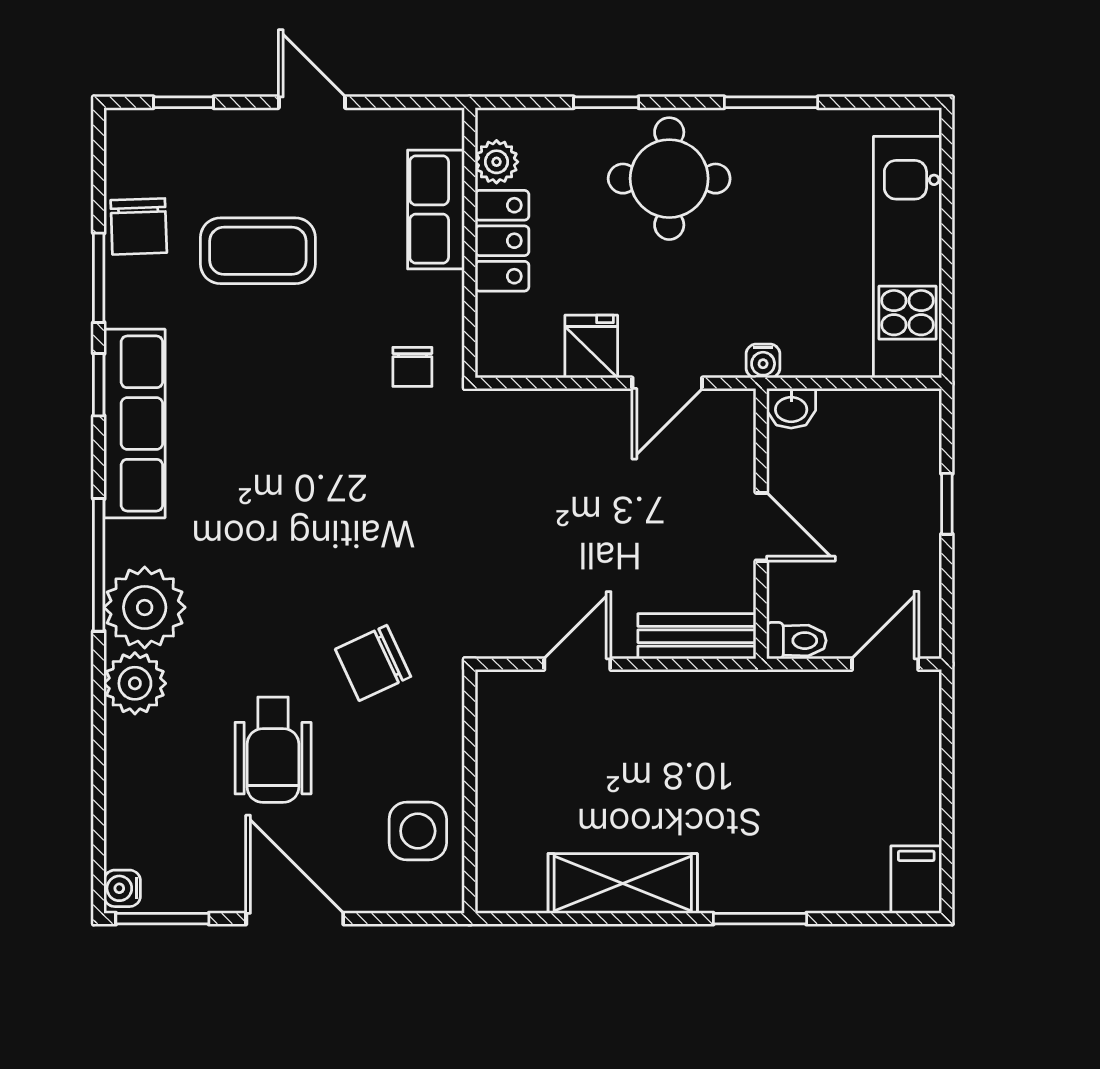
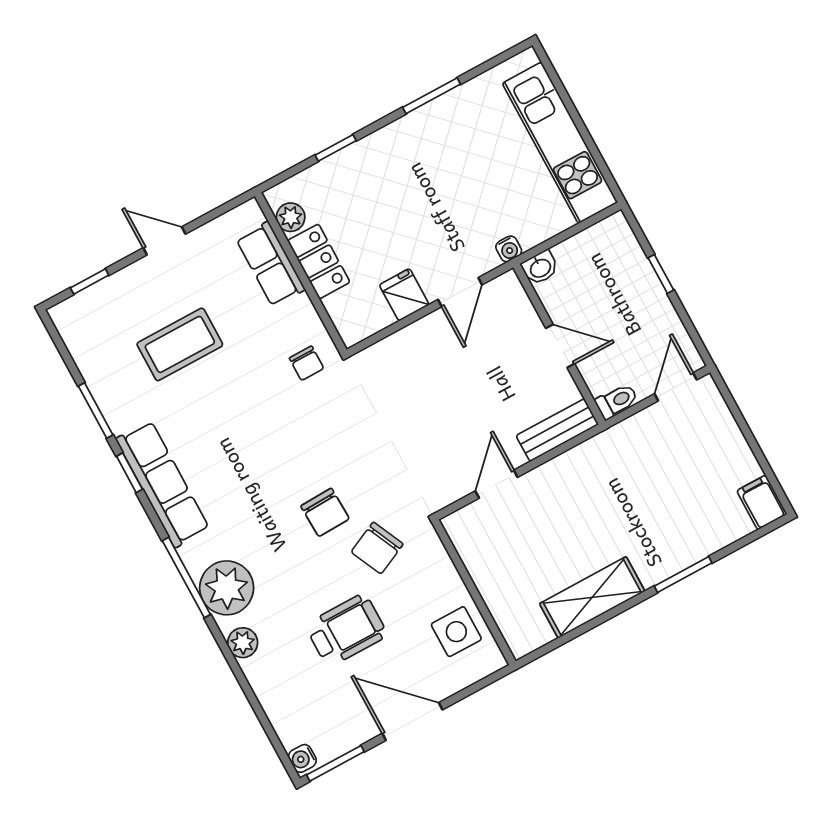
round table: (669, 179) -> (396, 172), removed
chair: (139, 226) -> (325, 512), moved
plant: (135, 683) -> (243, 643), width x0.73, depth x0.73
wheelchair: (273, 750) -> (346, 630), turned -90

